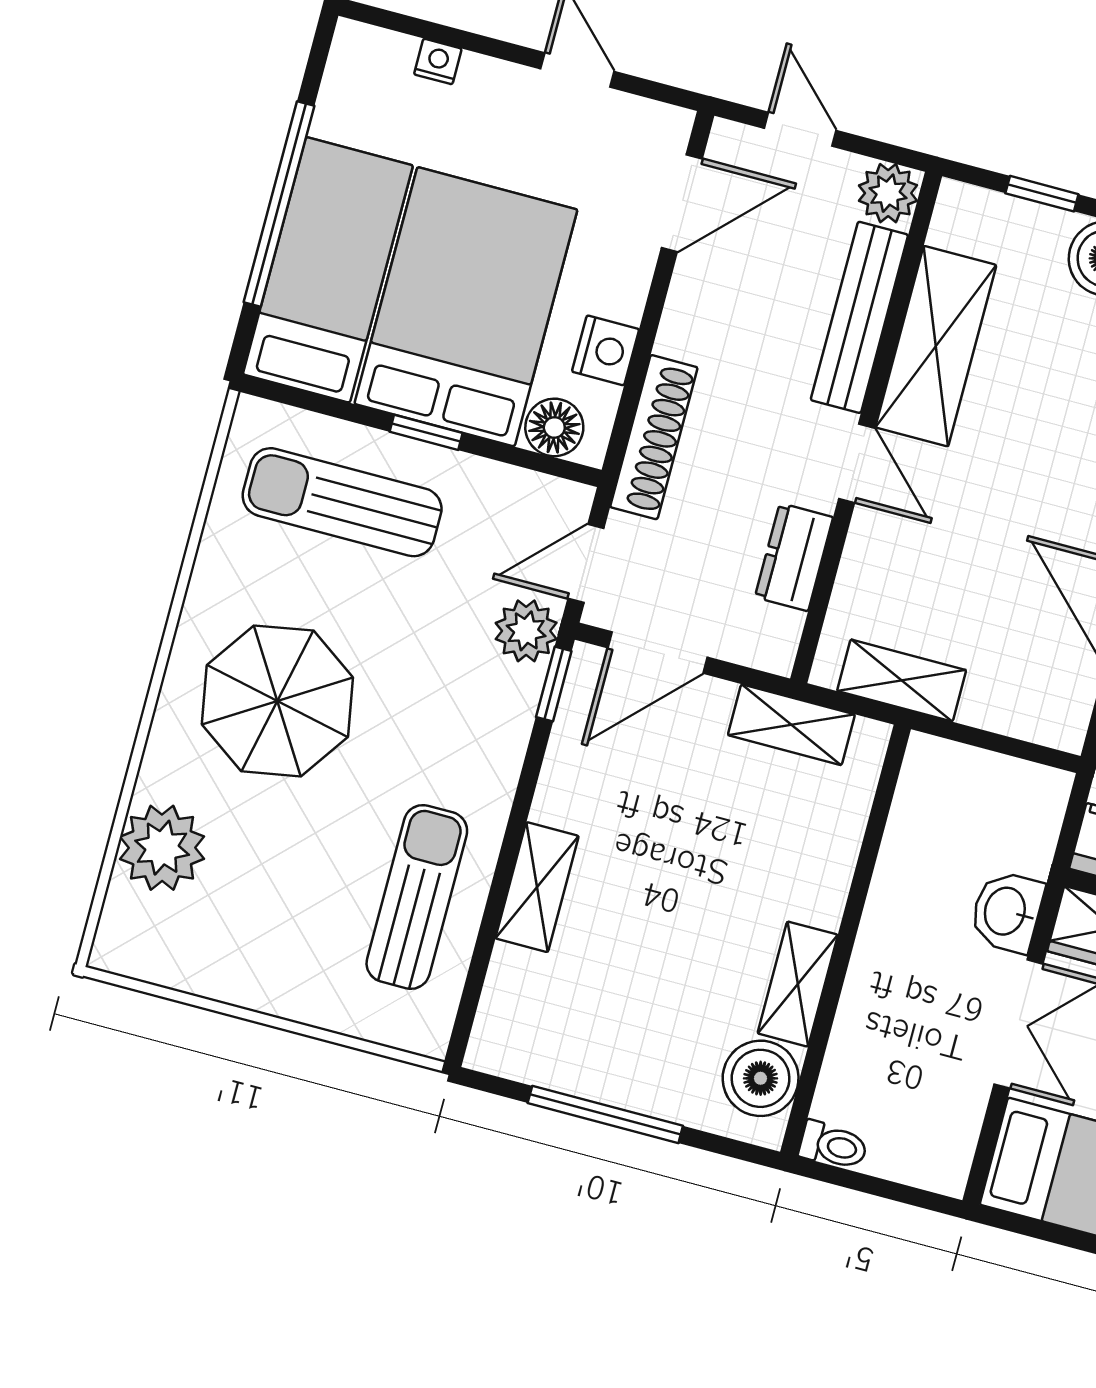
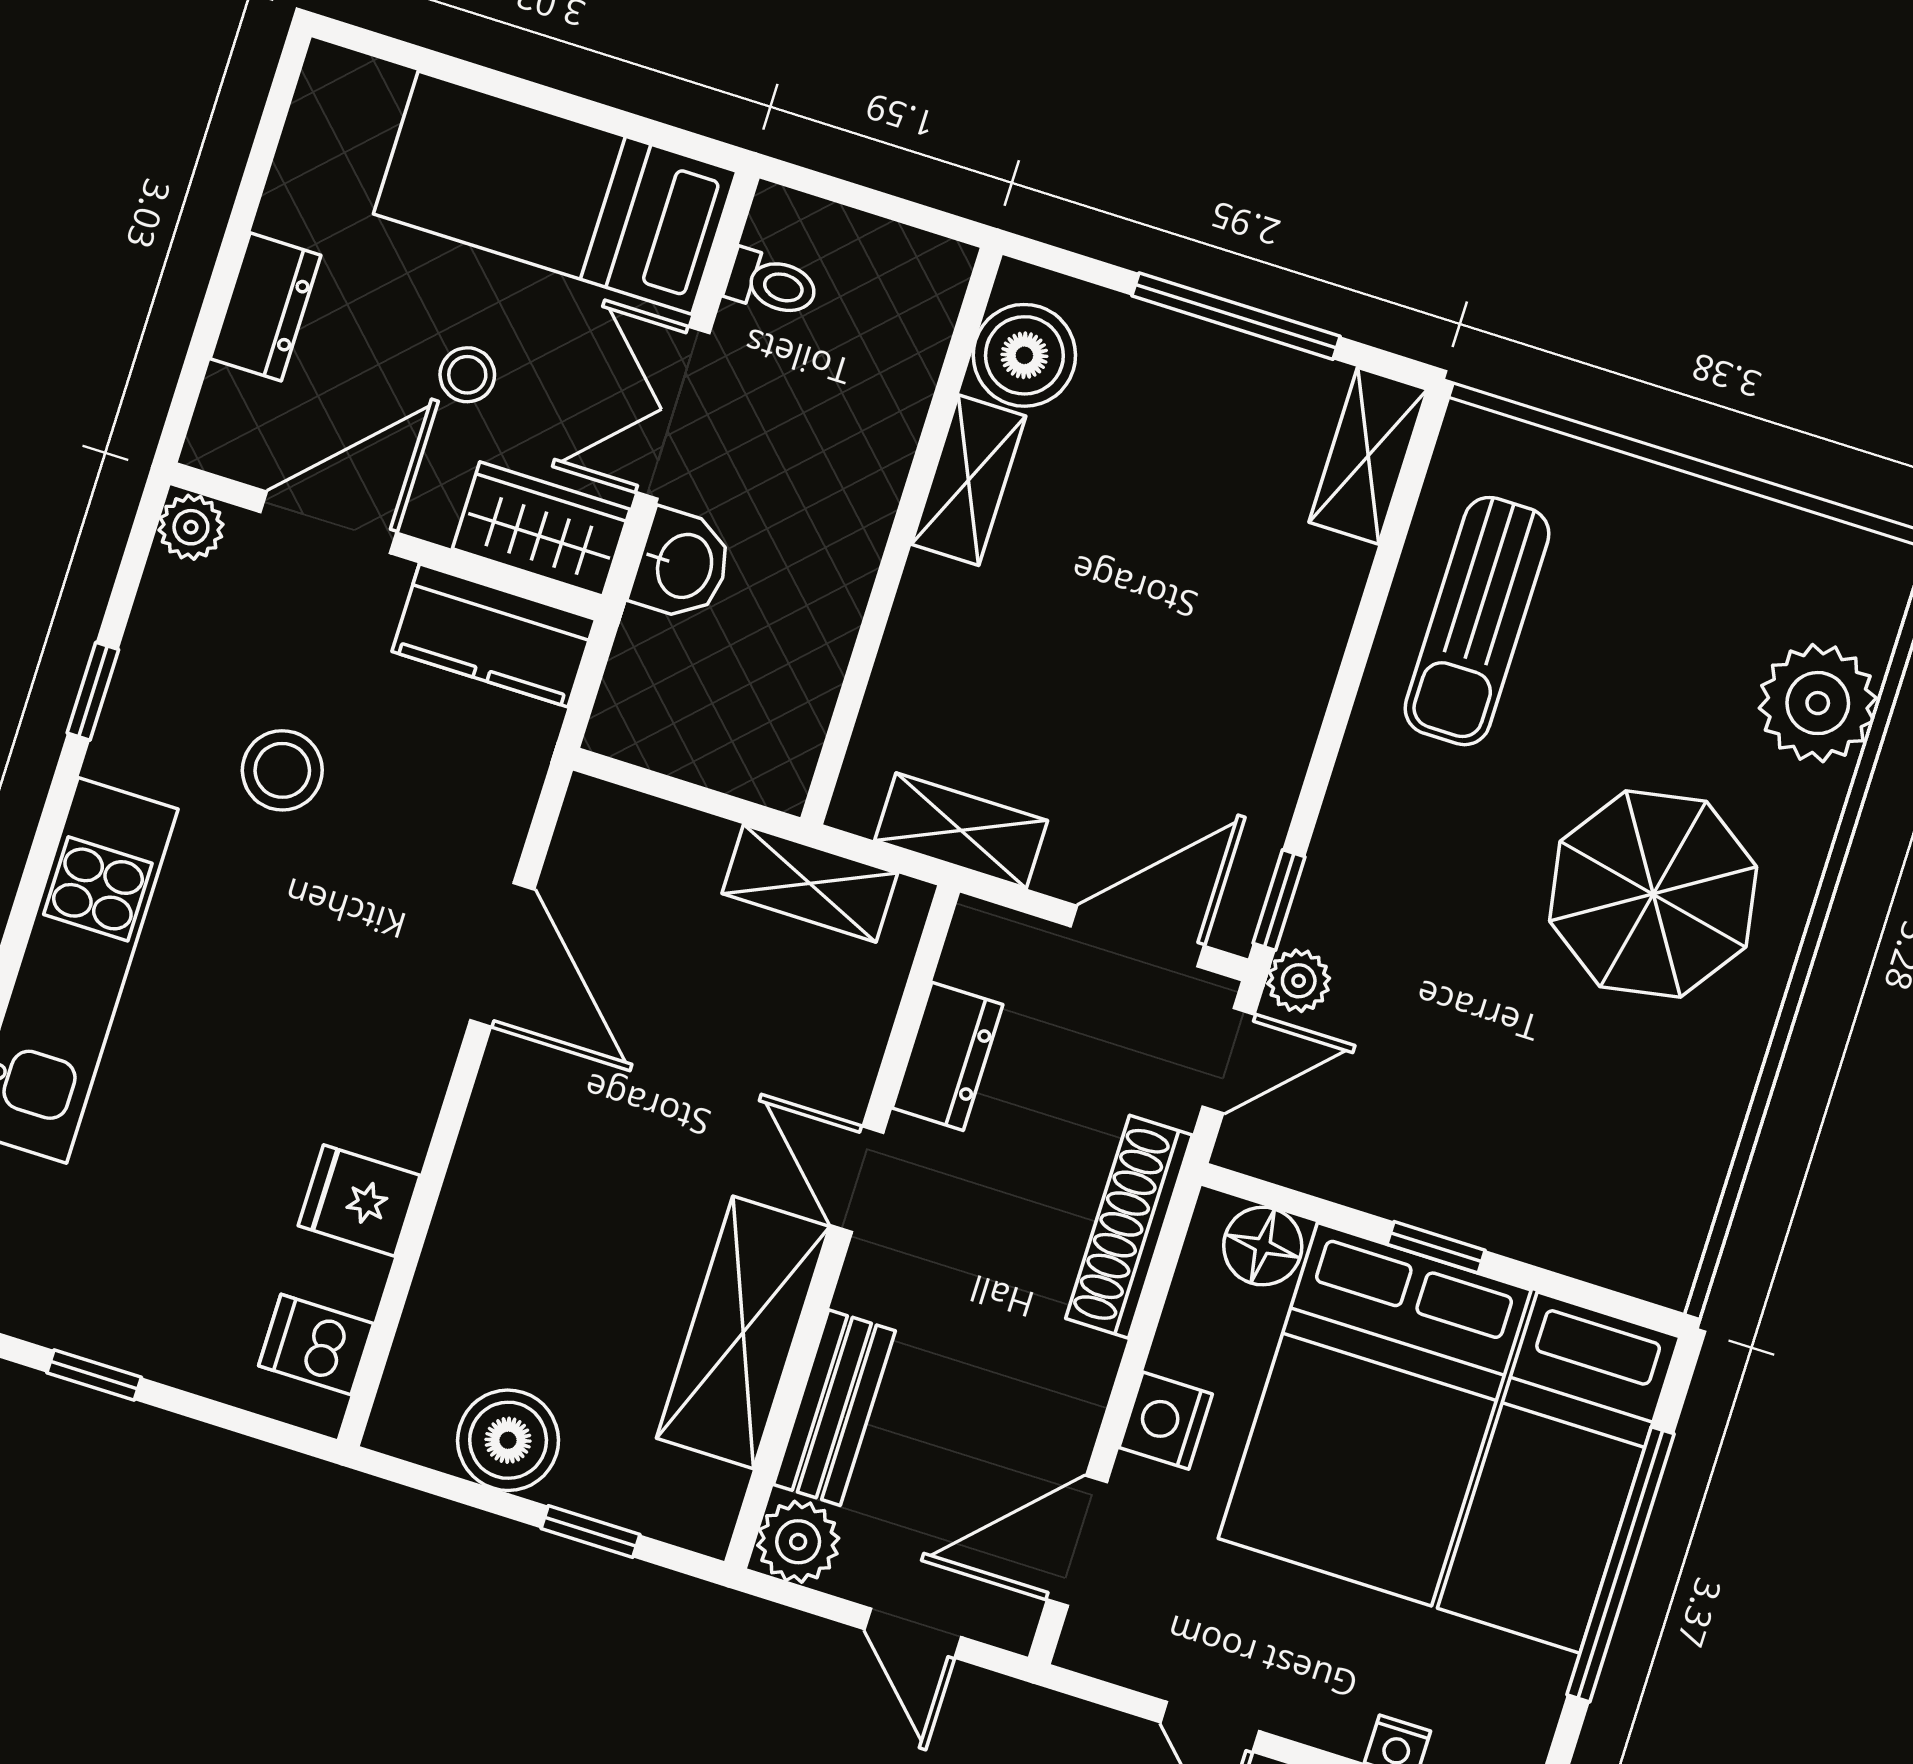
bench: (859, 317) -> (834, 1408), width x0.73
nightstand: (605, 350) -> (1166, 1421), moved
sun lounger: (342, 502) -> (1554, 1158), removed
plant: (526, 631) -> (1299, 981), width x0.73, depth x0.73
shelving: (537, 887) -> (1368, 456), moved
toilet: (833, 1146) -> (772, 284), moved, turned 180

